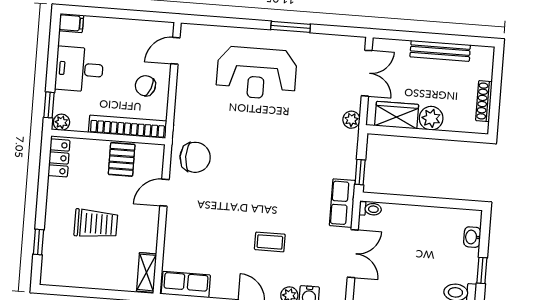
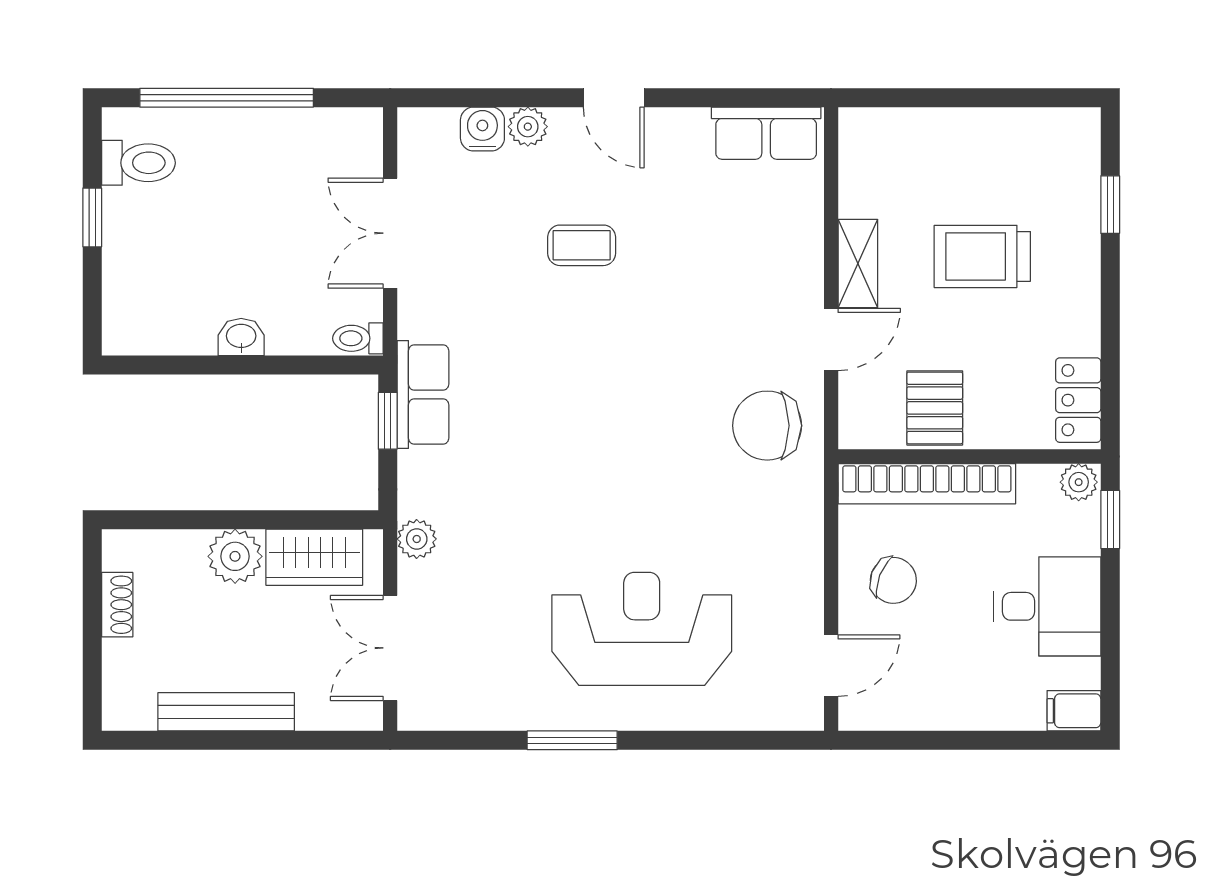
shoe rack: (484, 101) -> (117, 605), width x0.70
row of seats: (342, 203) -> (423, 394), moved
washbasin: (472, 237) -> (241, 337), moved, turned -90
shelving: (147, 272) -> (858, 263), moved

